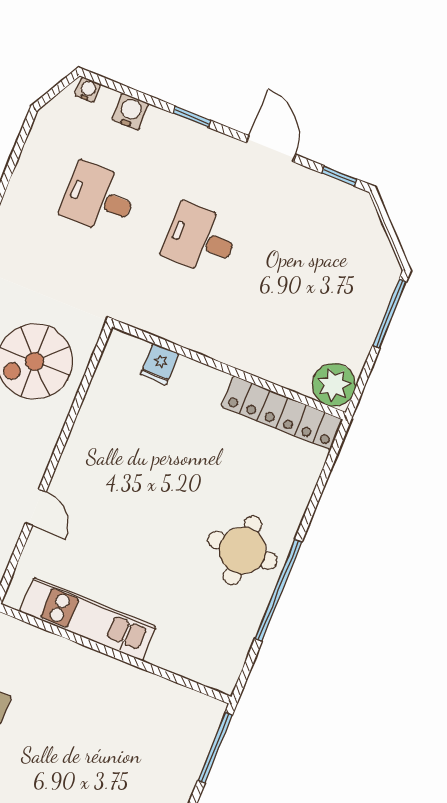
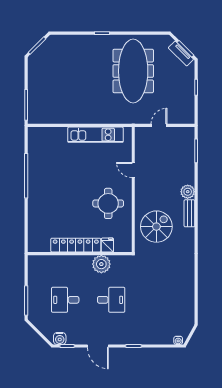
water cooler: (130, 111) -> (60, 338), moved
desk: (99, 198) -> (65, 300), moved, turned 180
plant: (334, 385) -> (101, 264), moved
locker: (282, 413) -> (76, 245), moved
round table: (243, 550) -> (108, 203), moved

